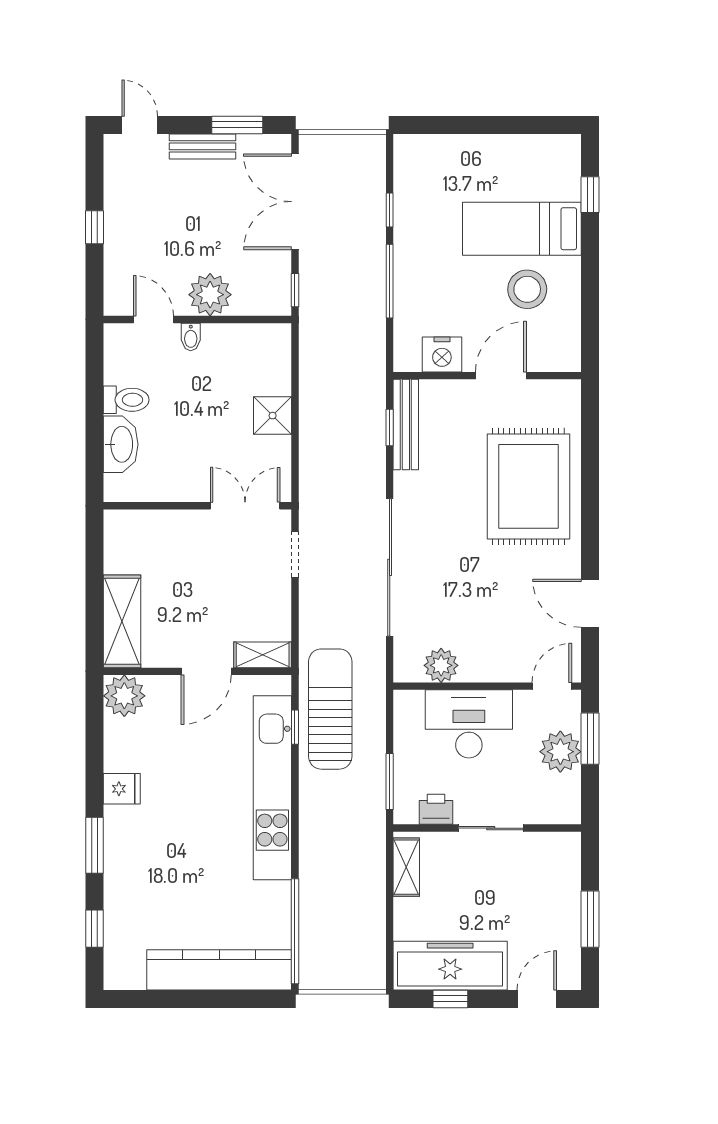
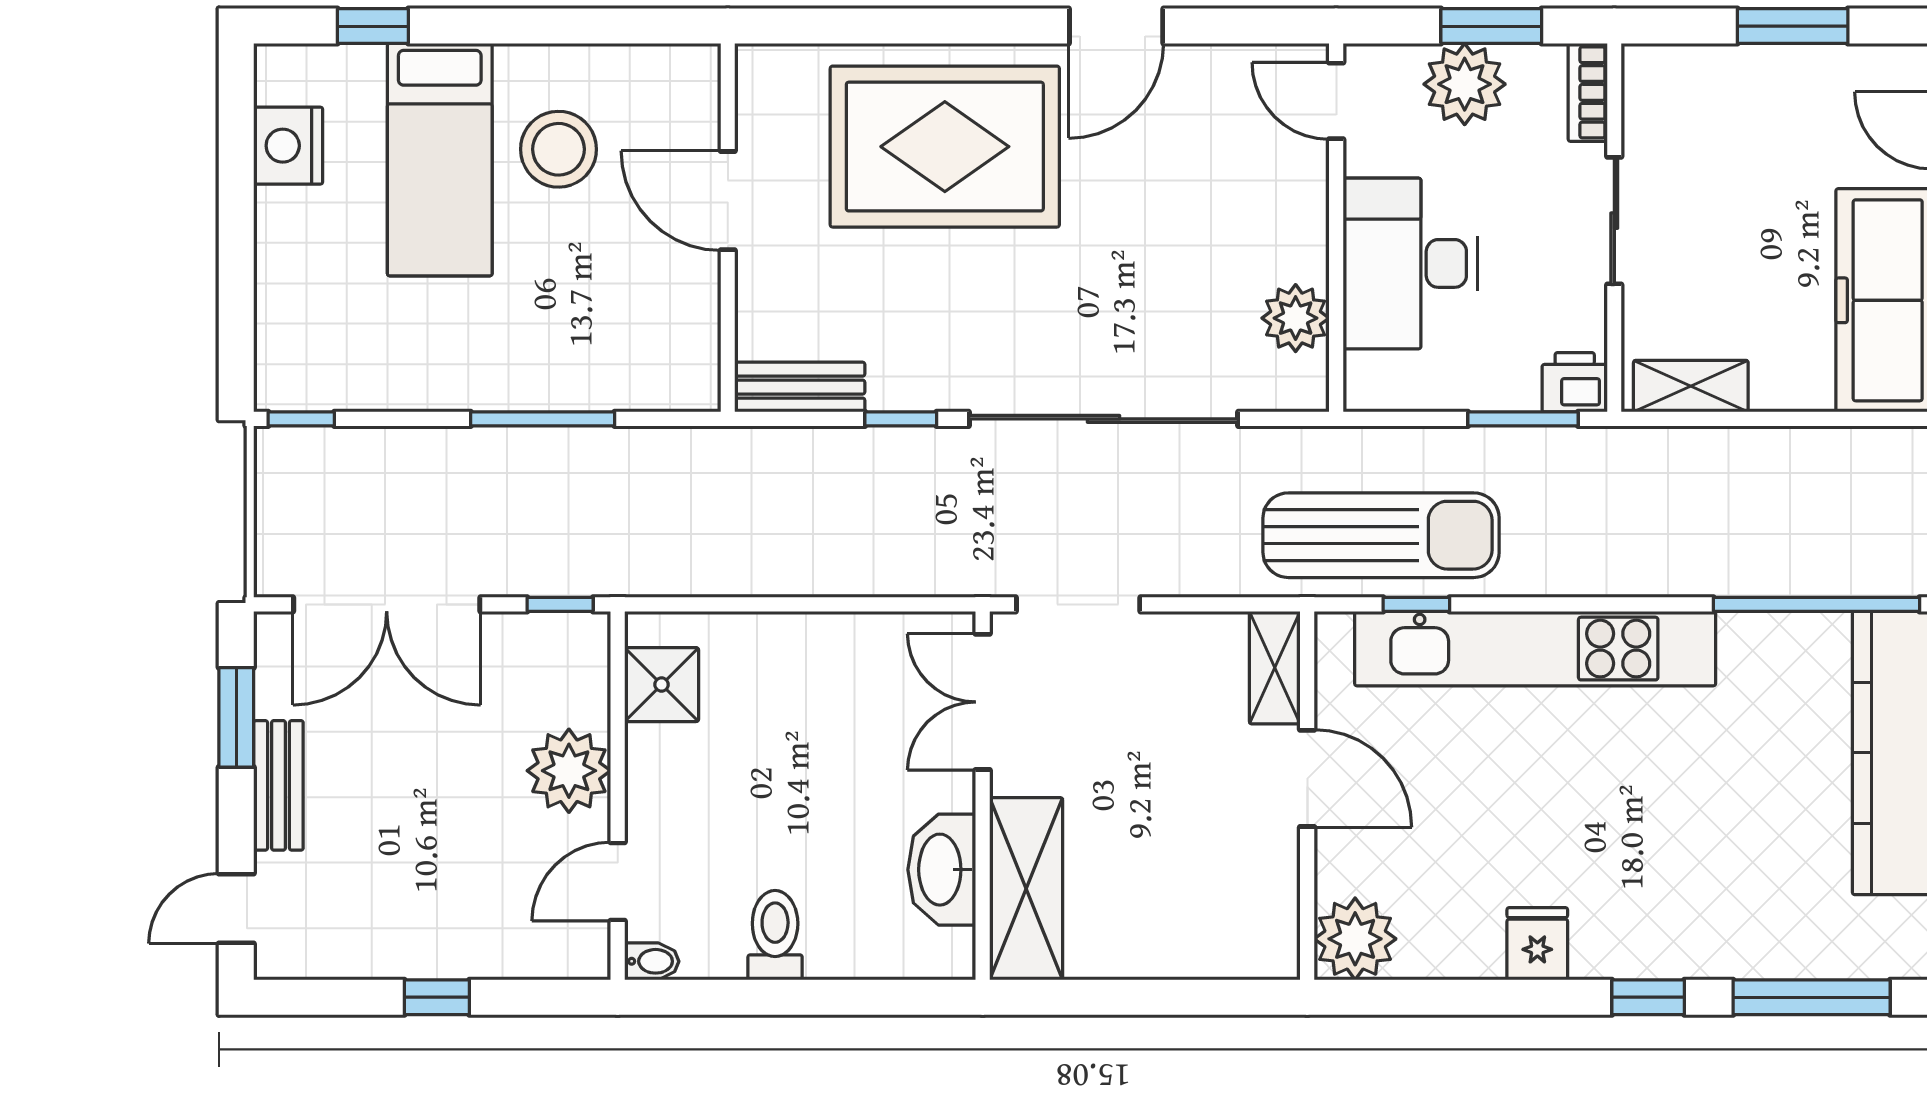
window: (390, 210) -> (301, 419), moved
bidet: (191, 337) -> (652, 961), moved
nightstand: (442, 354) -> (288, 146), moved, turned 180
shower: (273, 416) -> (662, 685), moved
bench: (406, 424) -> (800, 387), width x0.73
window: (390, 427) -> (901, 419), moved
washbasin: (121, 444) -> (942, 870), moved, turned -90
doorway: (295, 554) -> (1078, 604), width x1.38
door: (590, 603) -> (1116, 26), moved
shelving: (122, 621) -> (1026, 889), moved, turned 90
sun lounger: (330, 709) -> (1381, 535), turned 180
window: (590, 739) -> (1491, 26), moved
printer: (436, 809) -> (1575, 382), moved, turned 90
bookcase: (556, 814) -> (1588, 92), added
window: (94, 845) -> (1648, 997), width x0.67
window: (94, 929) -> (1812, 997), width x2.17

